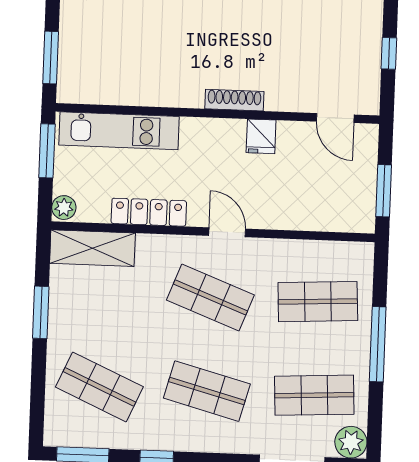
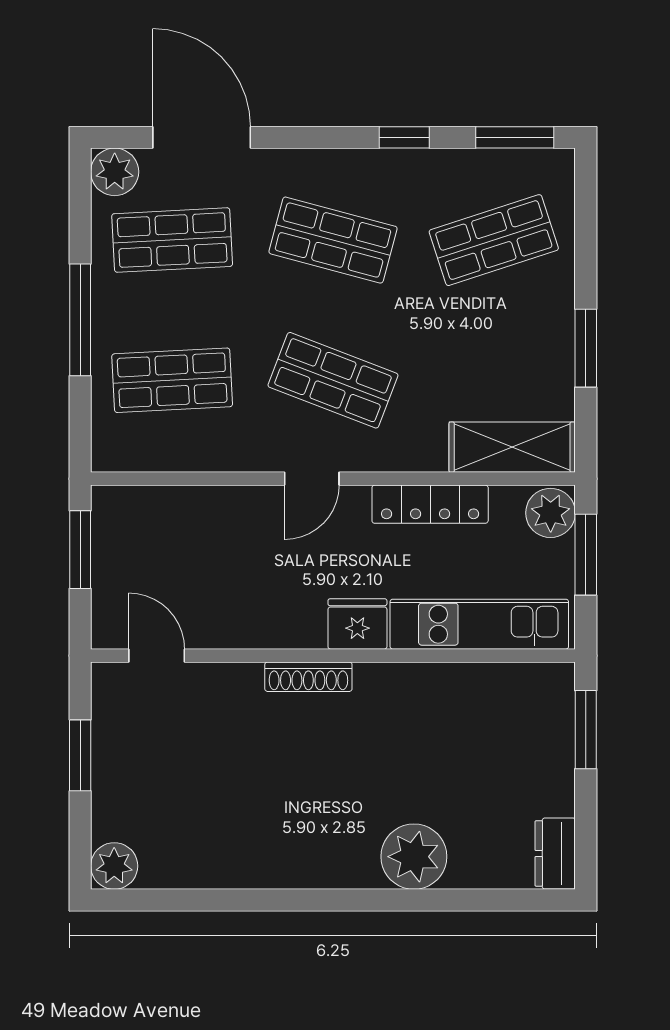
window: (389, 53) -> (80, 755), width x1.50
fridge: (261, 136) -> (357, 624), moved, width x1.38
window: (47, 151) -> (586, 555), moved
plant: (64, 208) -> (551, 513), width x1.38, depth x1.38
door: (227, 232) -> (312, 479), hinge flipped
shop shelf: (99, 387) -> (494, 240), turned -42

